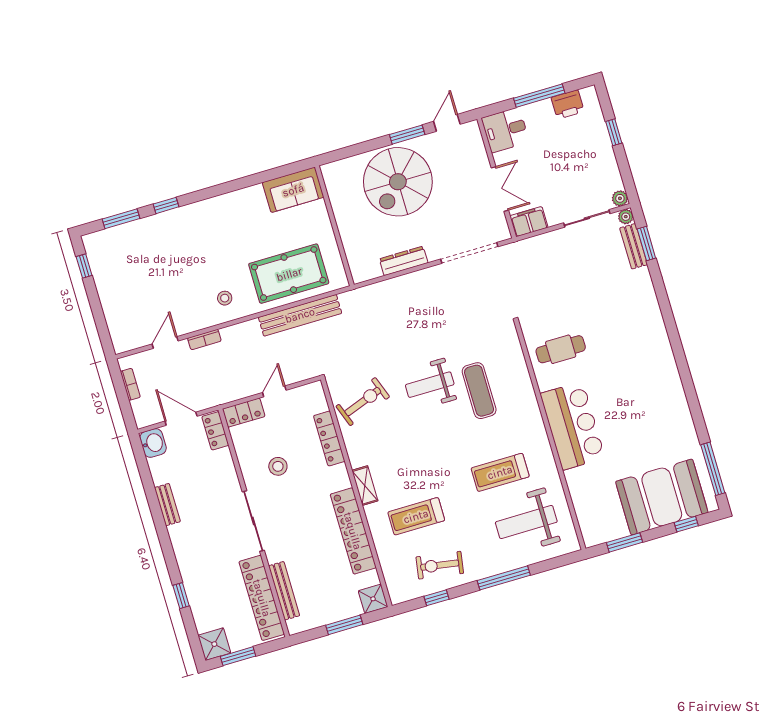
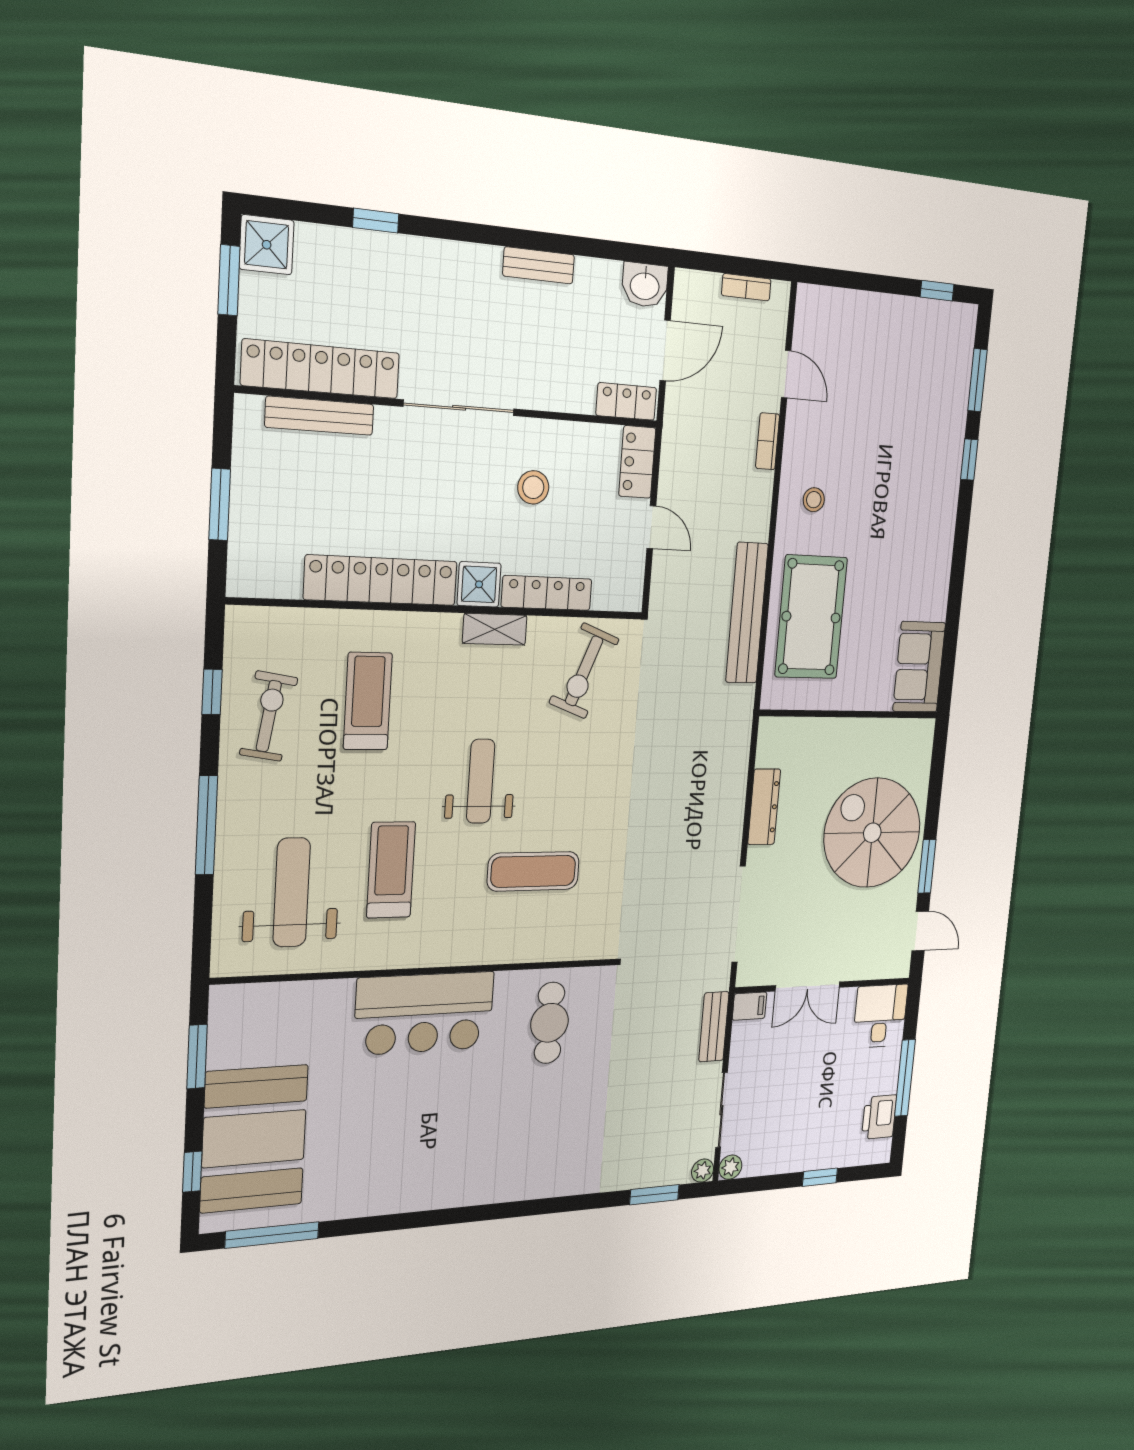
filing cabinet: (529, 222) -> (750, 1006), width x0.50
bench: (634, 246) -> (714, 1027), moved, turned 90
weight bench: (430, 385) -> (481, 781), moved
exercise bike: (363, 402) -> (584, 671), turned 41
shelving: (365, 486) -> (495, 629), moved
shower: (373, 599) -> (479, 584), moved

